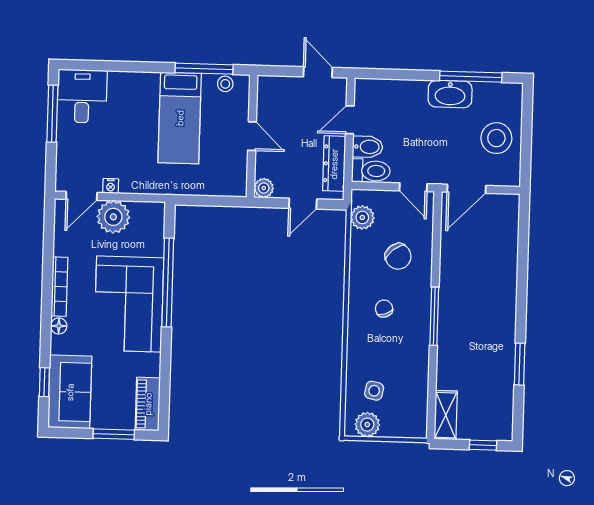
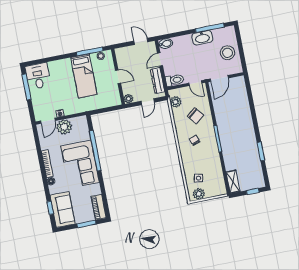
bidet: (368, 147) -> (166, 44), moved

